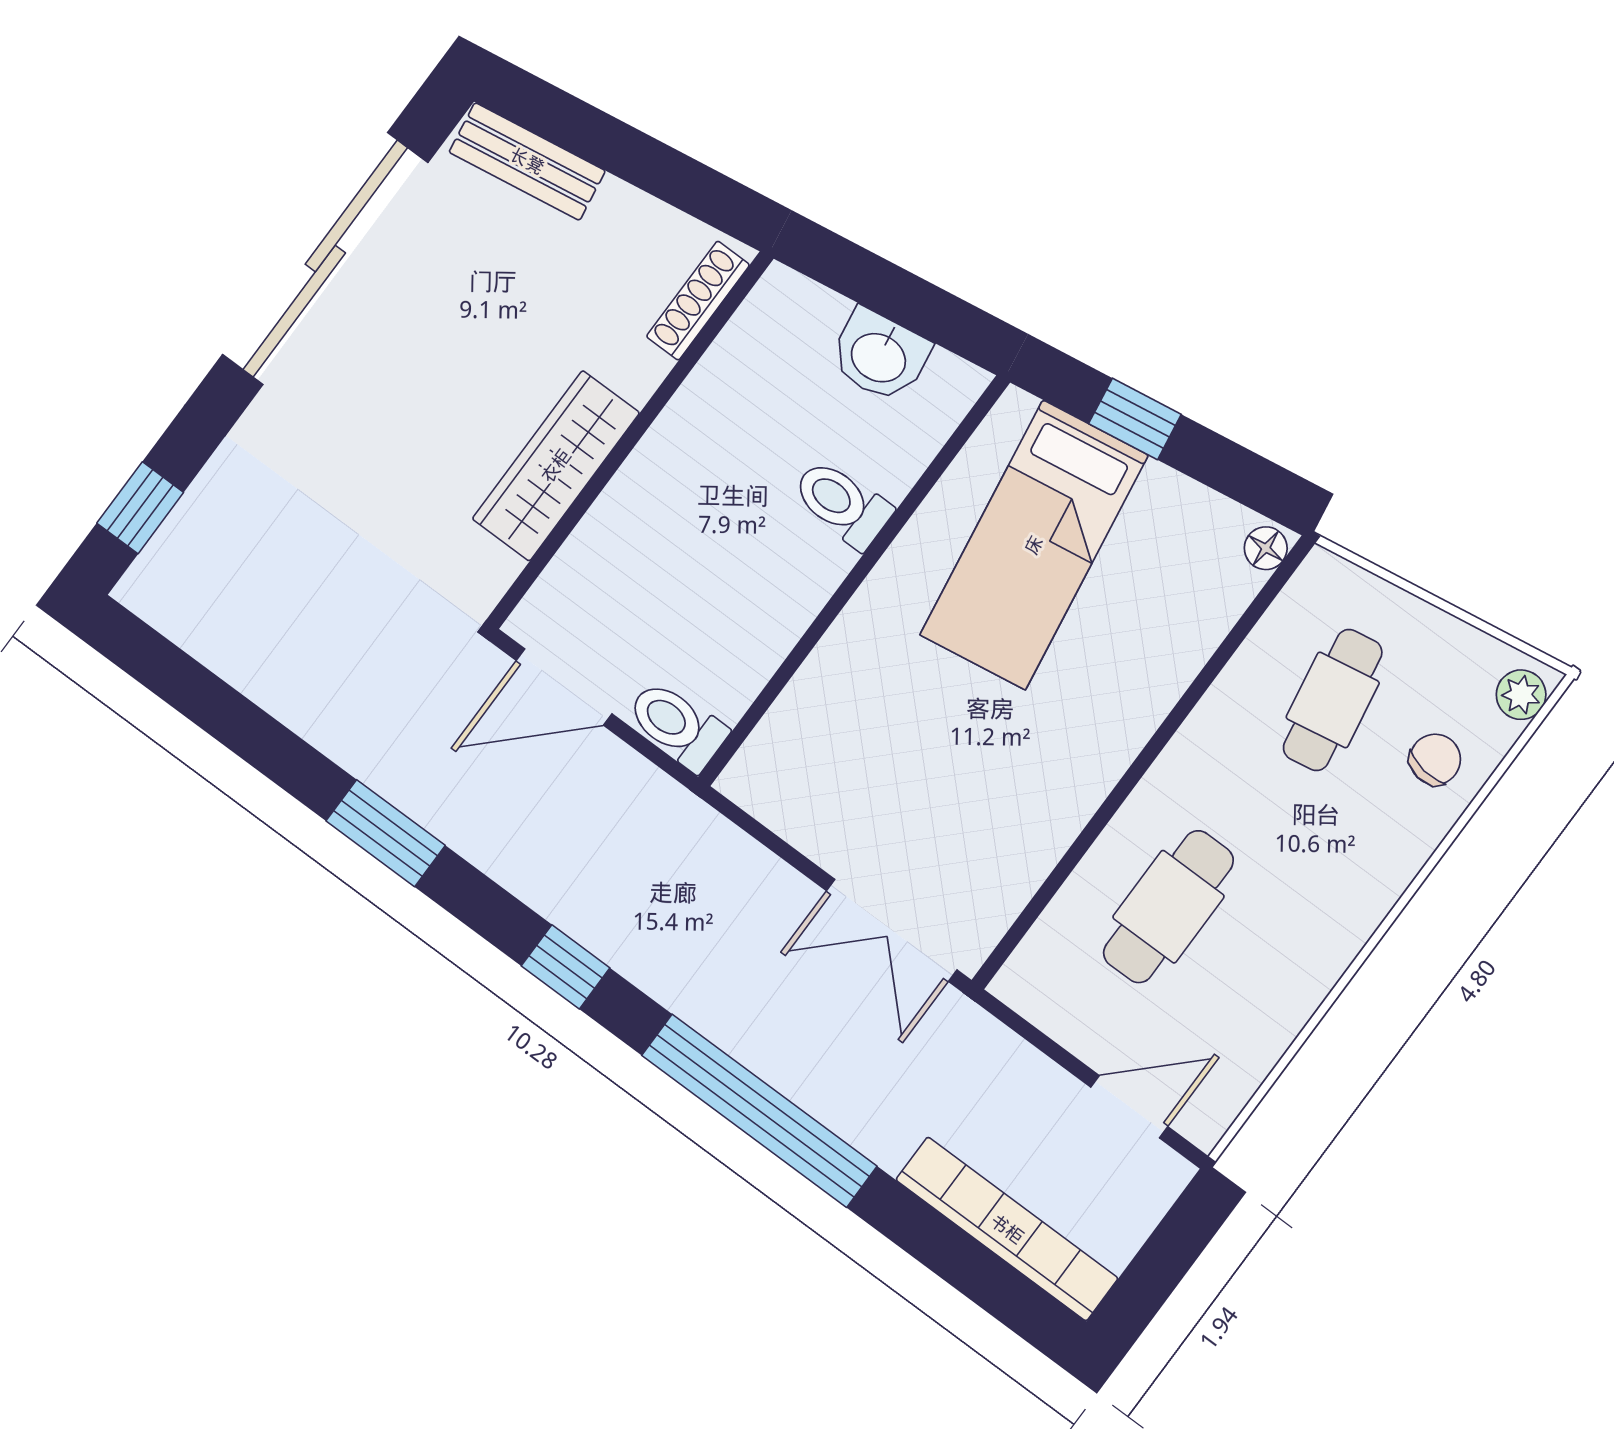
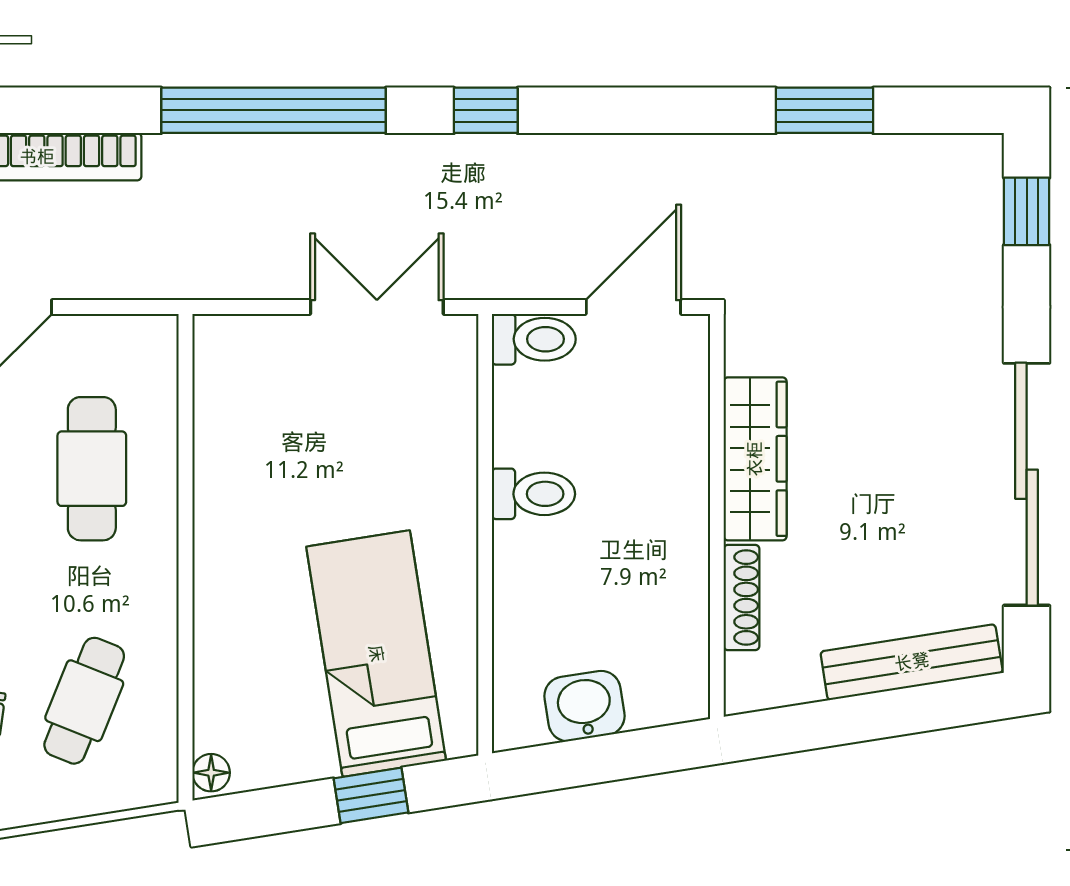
bench: (527, 161) -> (912, 662), width x1.36
shoe rack: (698, 301) -> (741, 598), moved
toilet: (842, 504) -> (533, 494), moved
cafe table: (1333, 700) -> (84, 701), turned 32
window: (386, 833) -> (824, 110), moved
double door: (892, 930) -> (377, 307), moved

